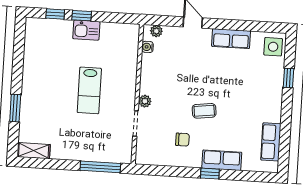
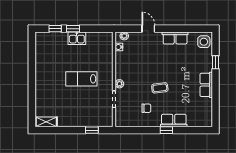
lab bench: (89, 90) -> (81, 79), turned 90
window: (15, 108) -> (32, 94), removed
row of seats: (271, 142) -> (206, 85), moved
window: (100, 167) -> (92, 130), width x0.46

